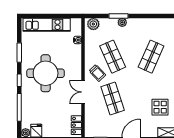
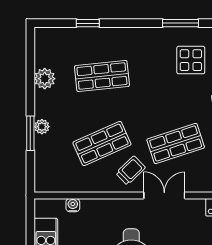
plant: (93, 24) -> (45, 79), moved
shop shelf: (151, 57) -> (102, 76), turned -30
double door: (83, 92) -> (164, 195), swing flipped

